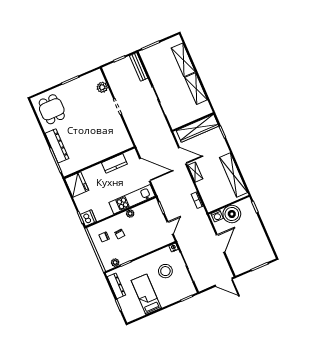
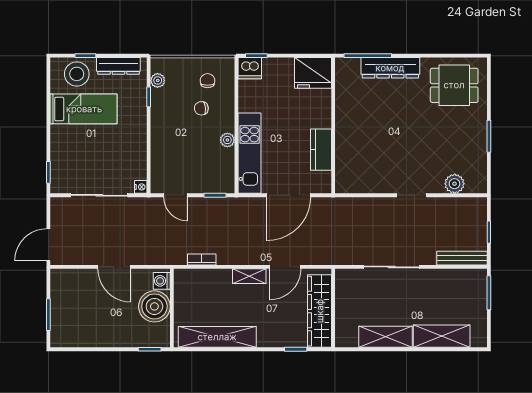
stool: (165, 271) -> (77, 74), moved

